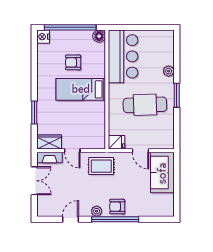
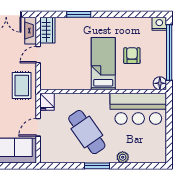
cafe table: (145, 105) -> (87, 132), turned -33

